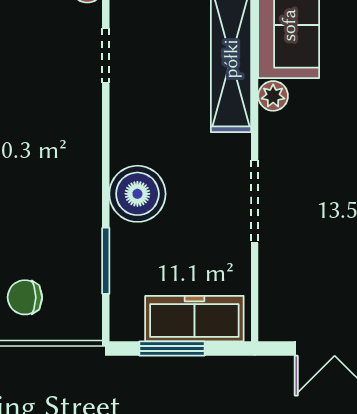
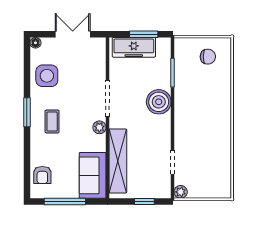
plant: (273, 96) -> (99, 127), moved

